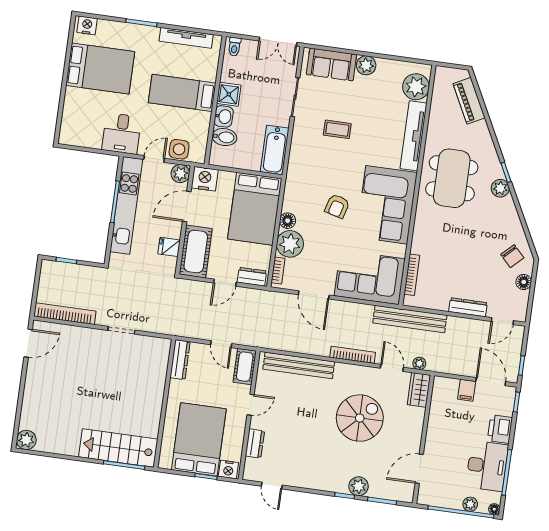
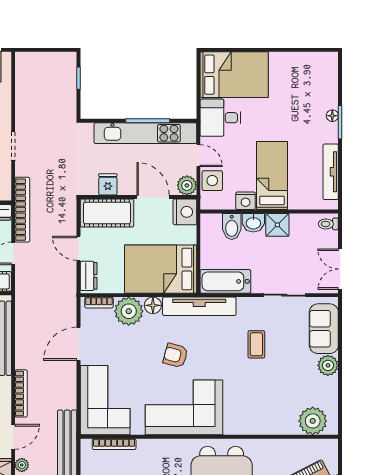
nightstand: (87, 25) -> (246, 201), moved, turned 90
floor lamp: (134, 29) -> (332, 116), added
bed: (100, 68) -> (234, 75), moved, turned -90
tv unit: (414, 136) -> (199, 306), moved, turned 180
bookcase: (65, 314) -> (22, 210), moved

